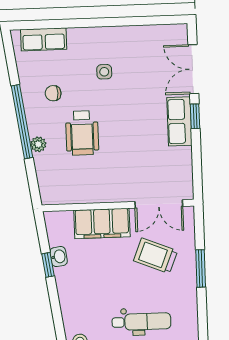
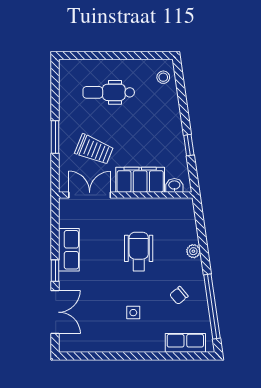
chair: (53, 93) -> (179, 295), turned 140
row of seats: (179, 121) -> (69, 250), moved
window: (22, 122) -> (212, 307), moved
wheelchair: (82, 133) -> (139, 252), moved
washbasin: (59, 257) -> (174, 185), moved, turned 98

